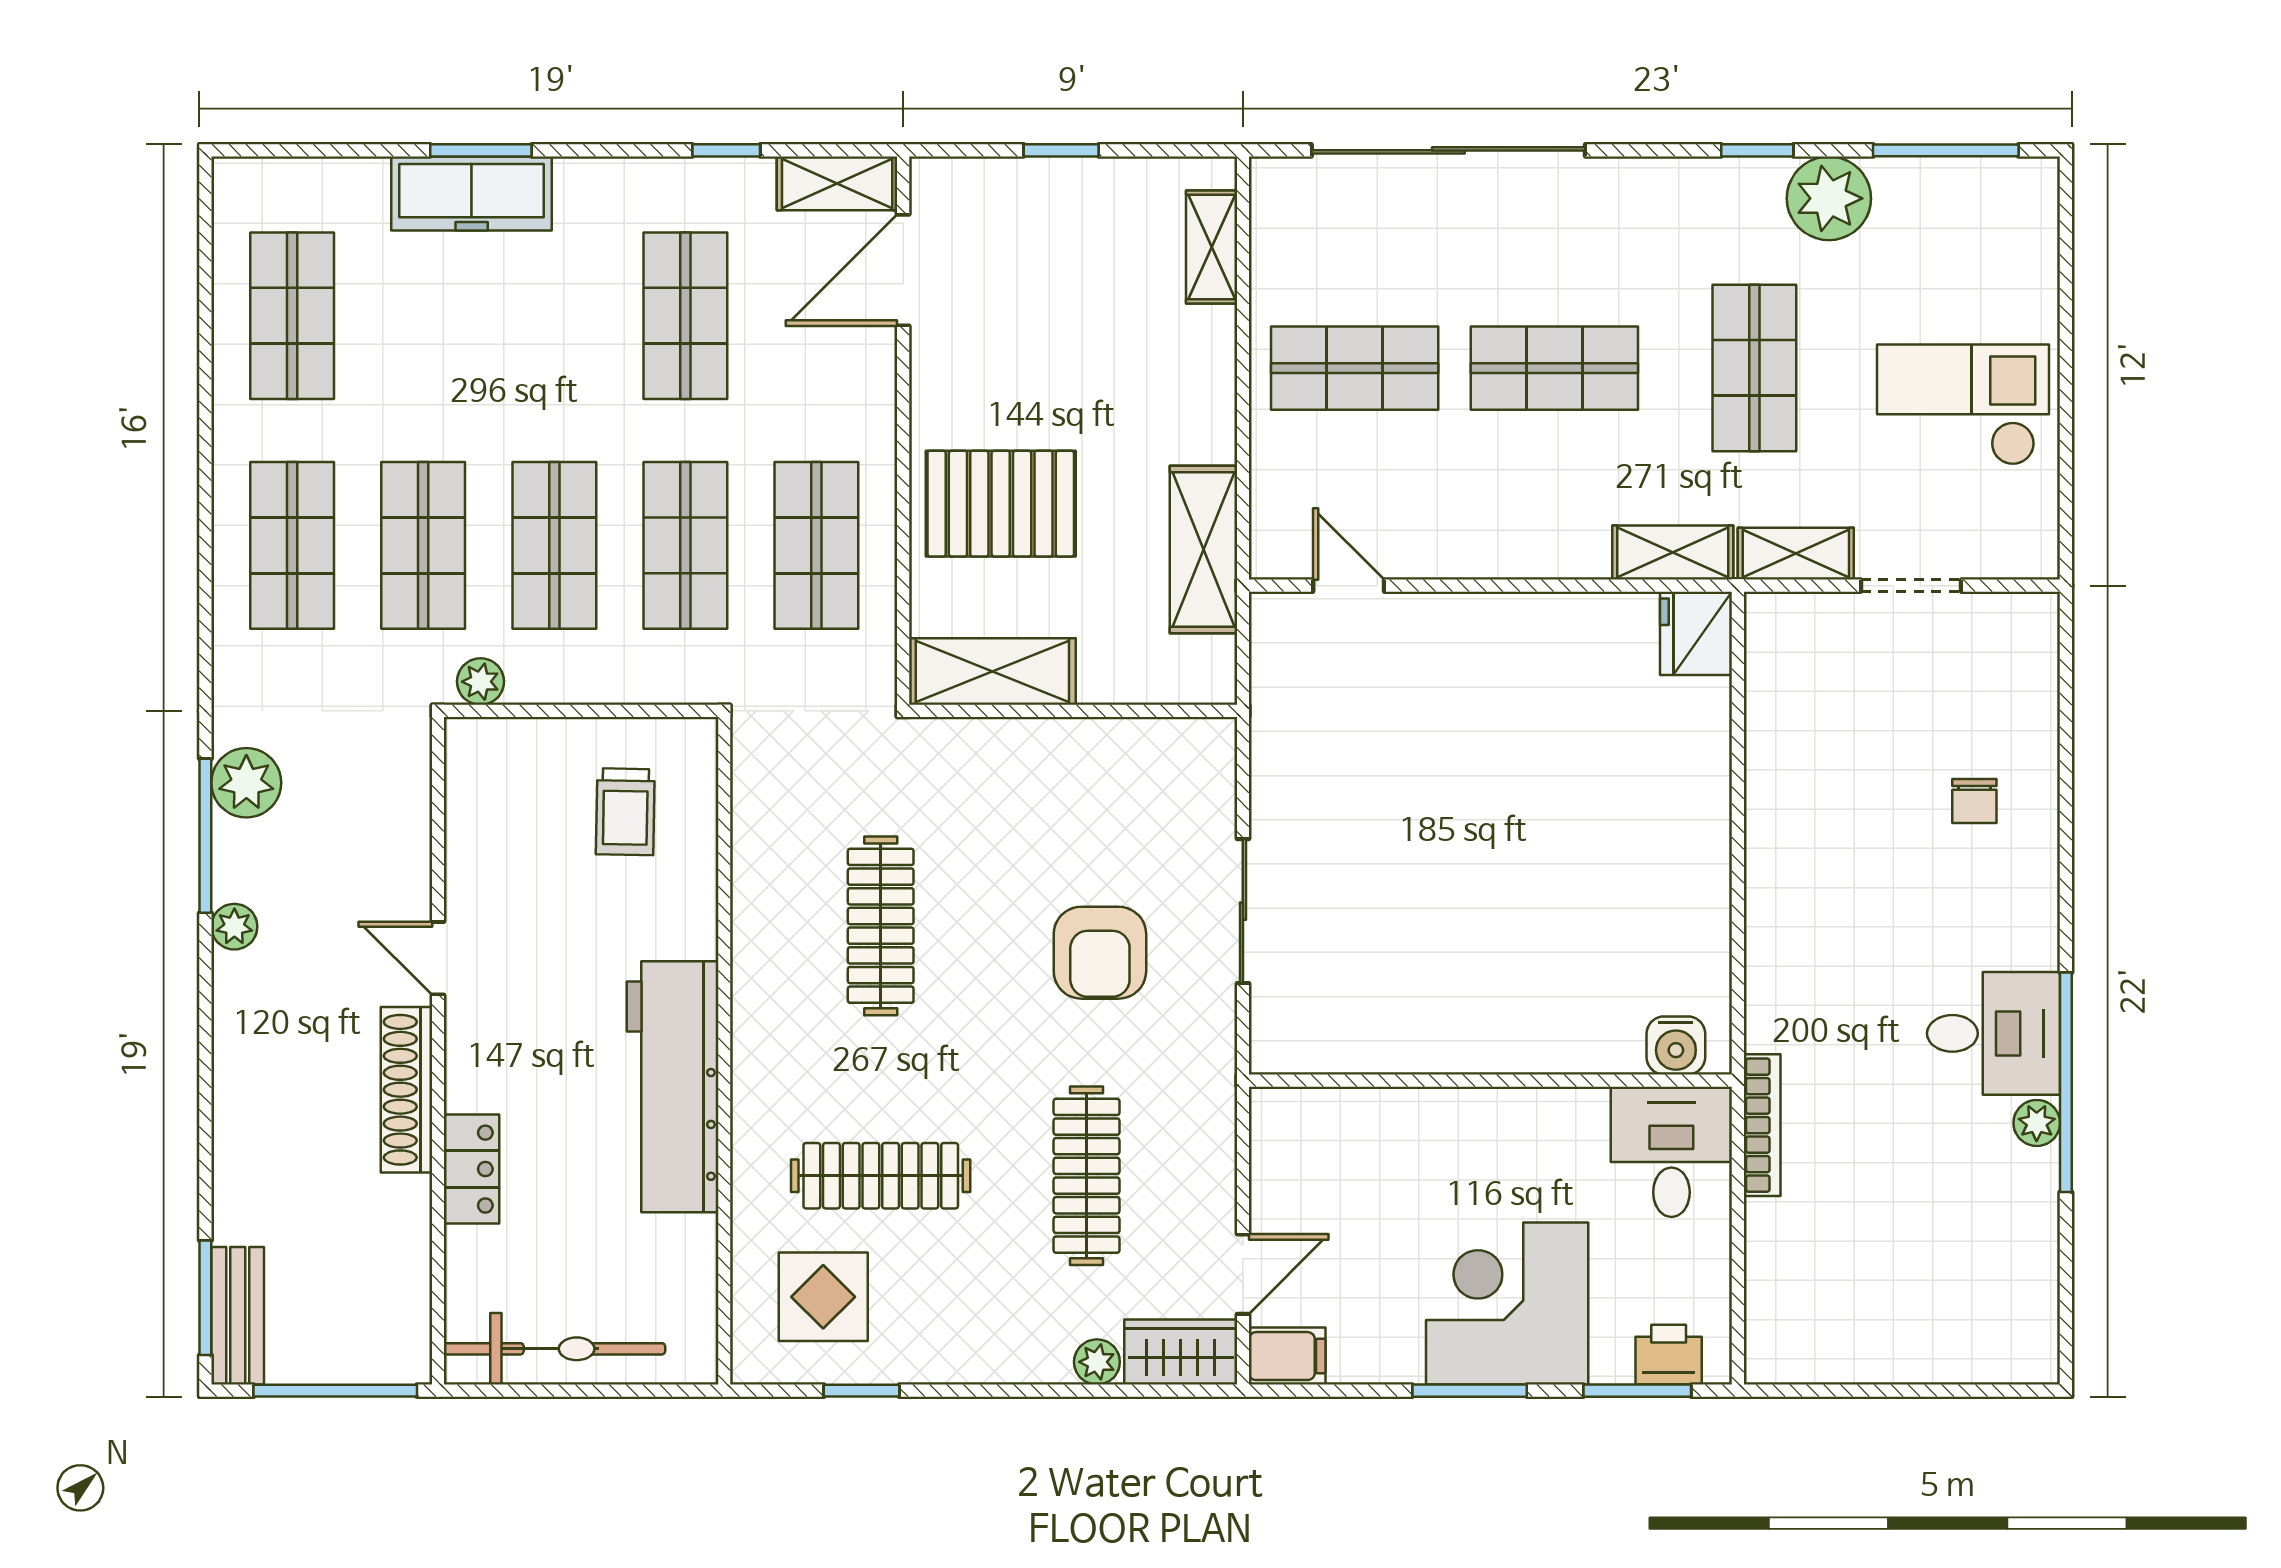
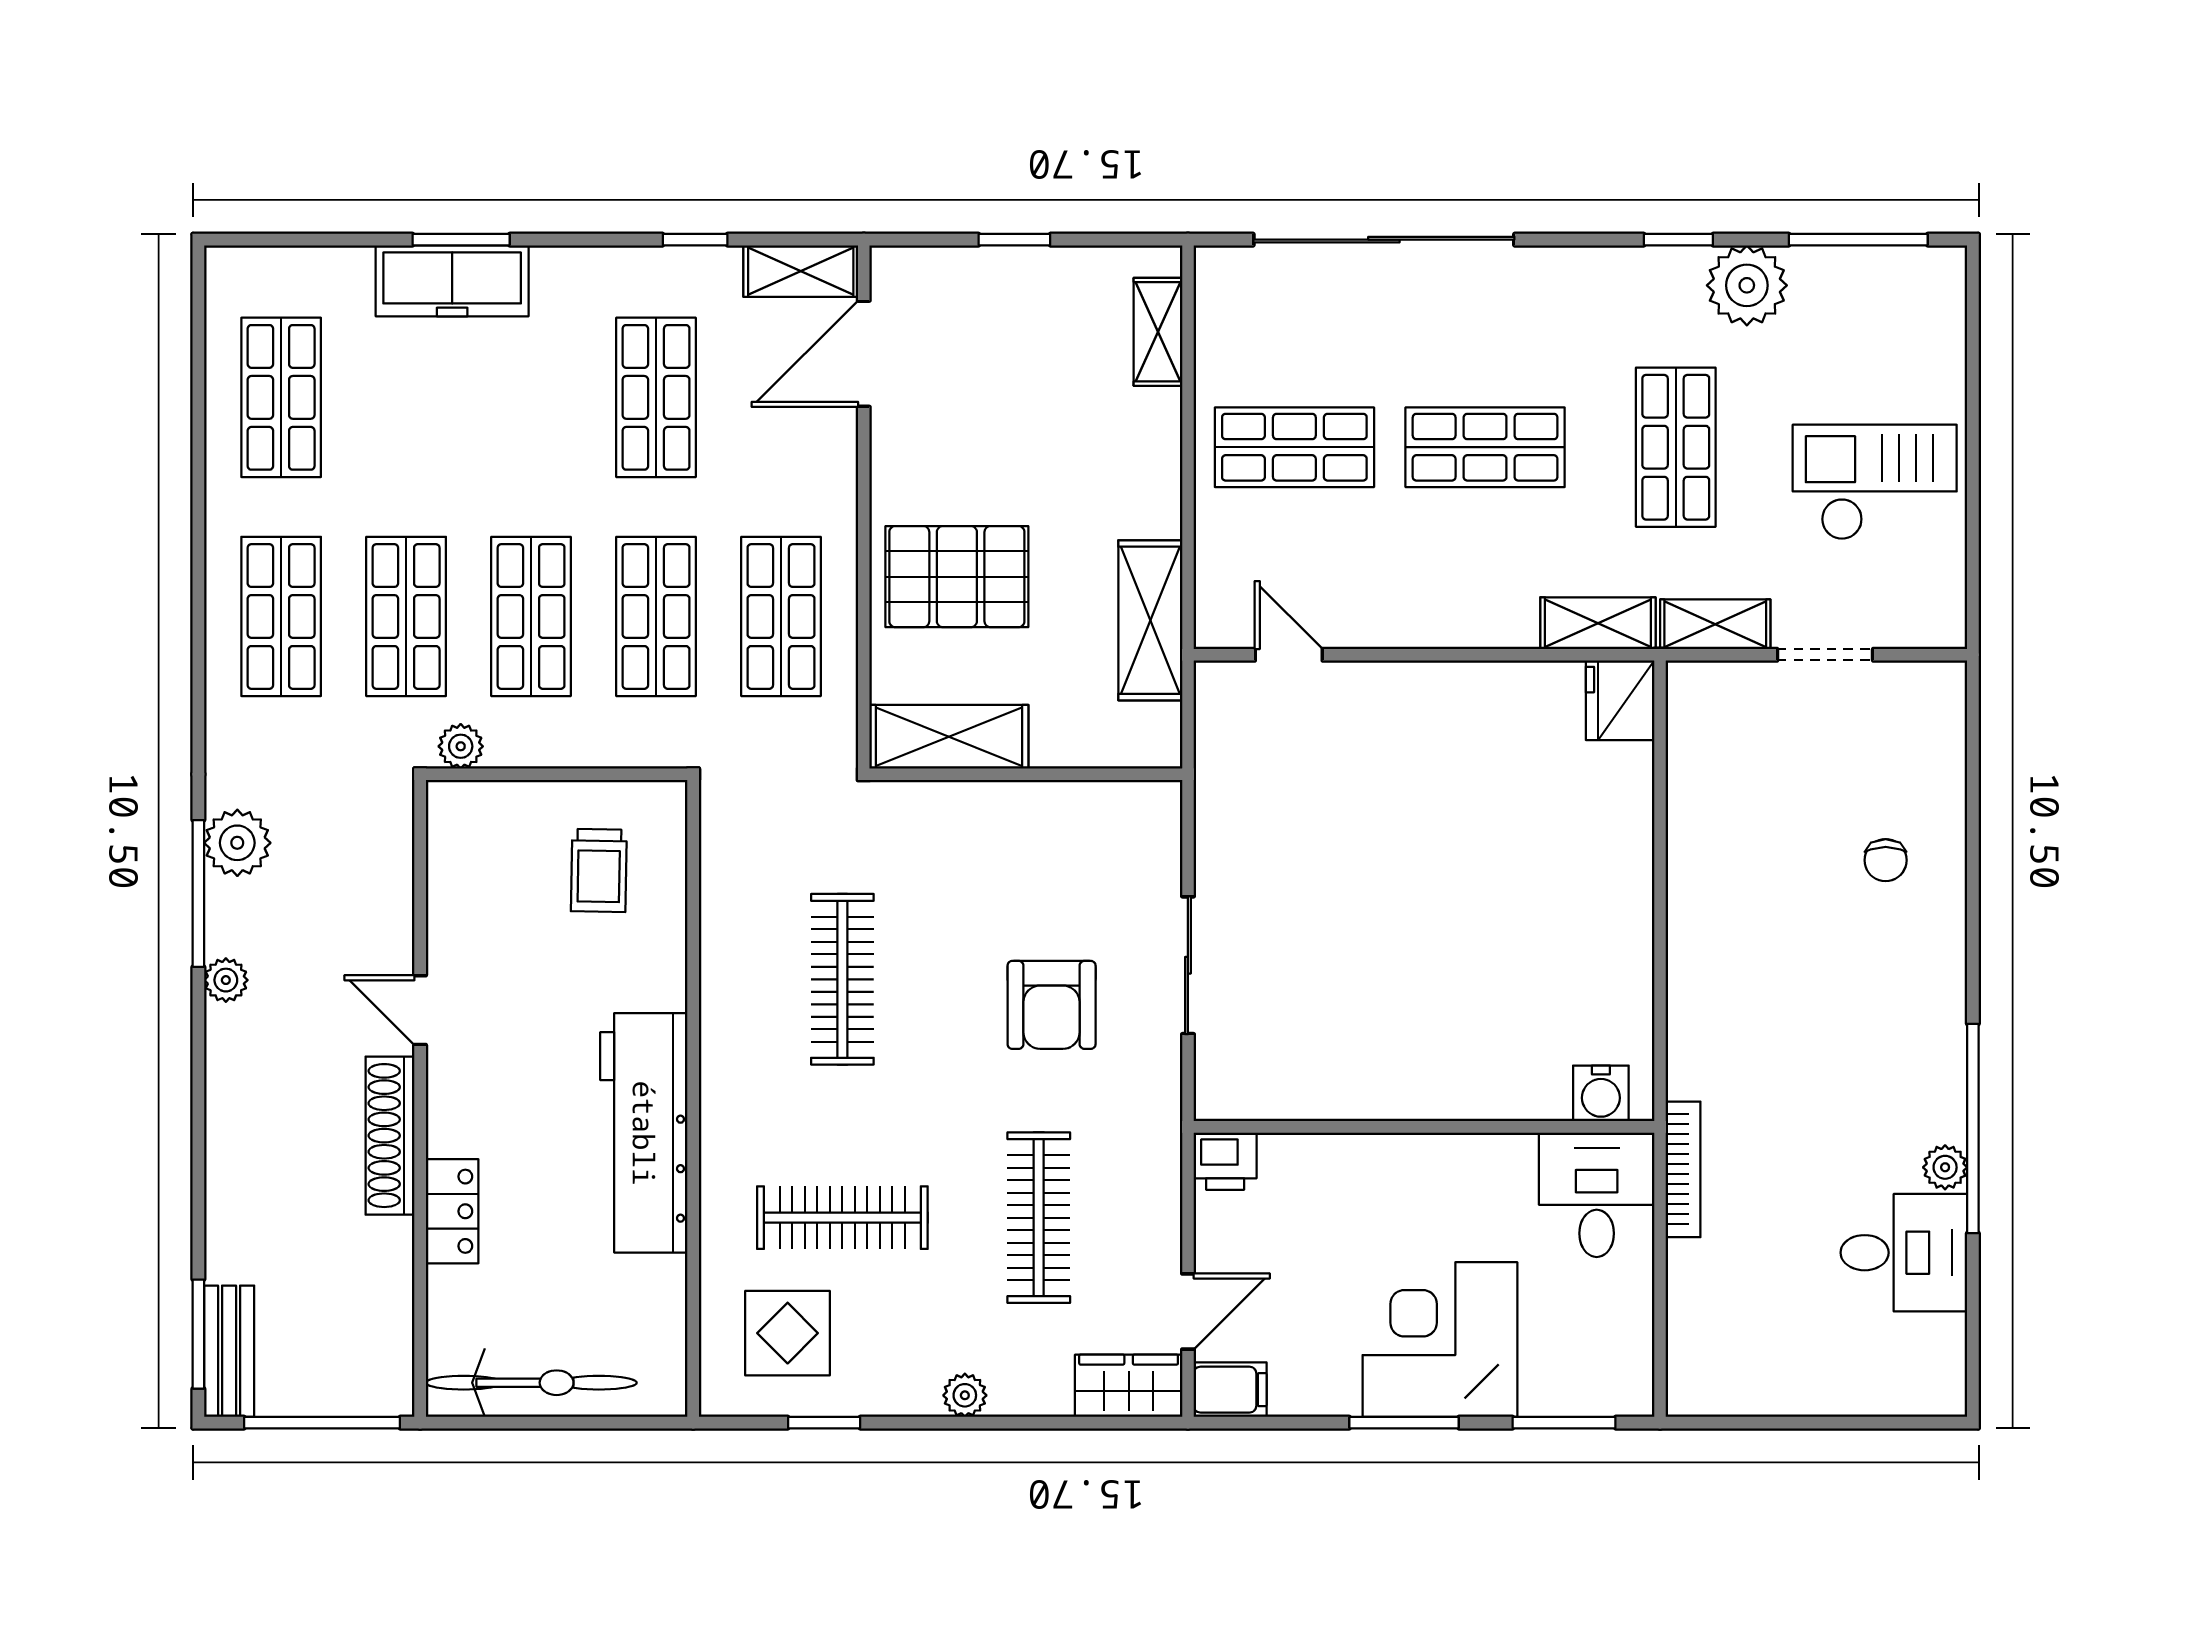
desk: (1994, 1033) -> (1904, 1253), moved
printer: (1669, 1355) -> (1225, 1161), moved, turned 180
plant: (1097, 1362) -> (965, 1395), moved

